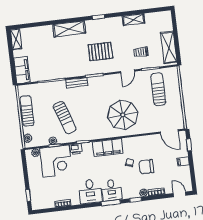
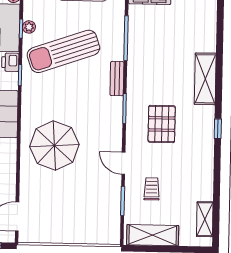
shelving: (134, 20) -> (205, 219), moved
sun lounger: (158, 89) -> (88, 209), removed
sun lounger: (65, 118) -> (63, 51), width x1.36, depth x1.34

